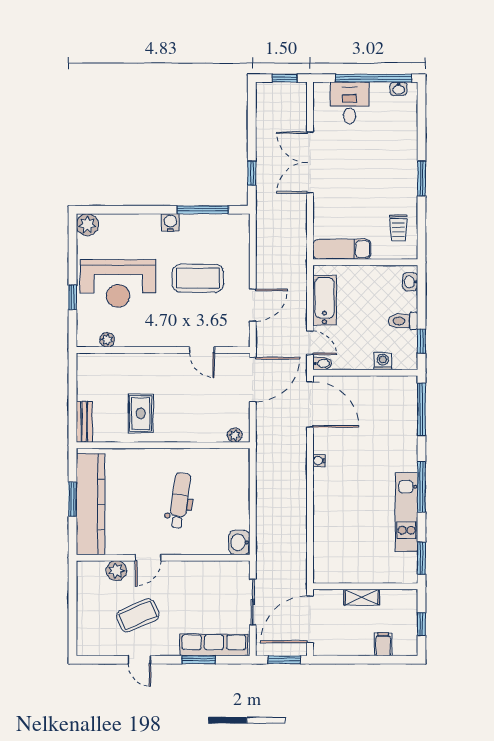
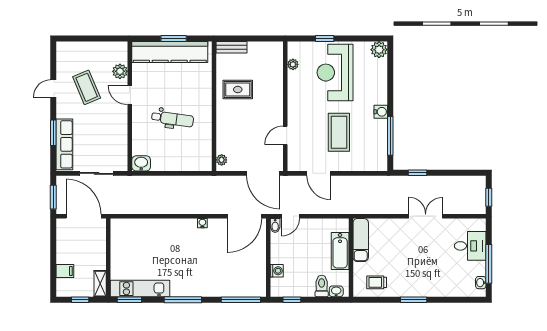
window: (374, 78) -> (489, 264), width x0.68
double door: (310, 163) -> (426, 216), width x0.73
bathtub: (324, 300) -> (340, 251), moved, turned 90
toilet: (403, 321) -> (322, 286), moved
kitchen unit: (406, 512) -> (140, 289), moved
shelving: (362, 597) -> (100, 284), moved

